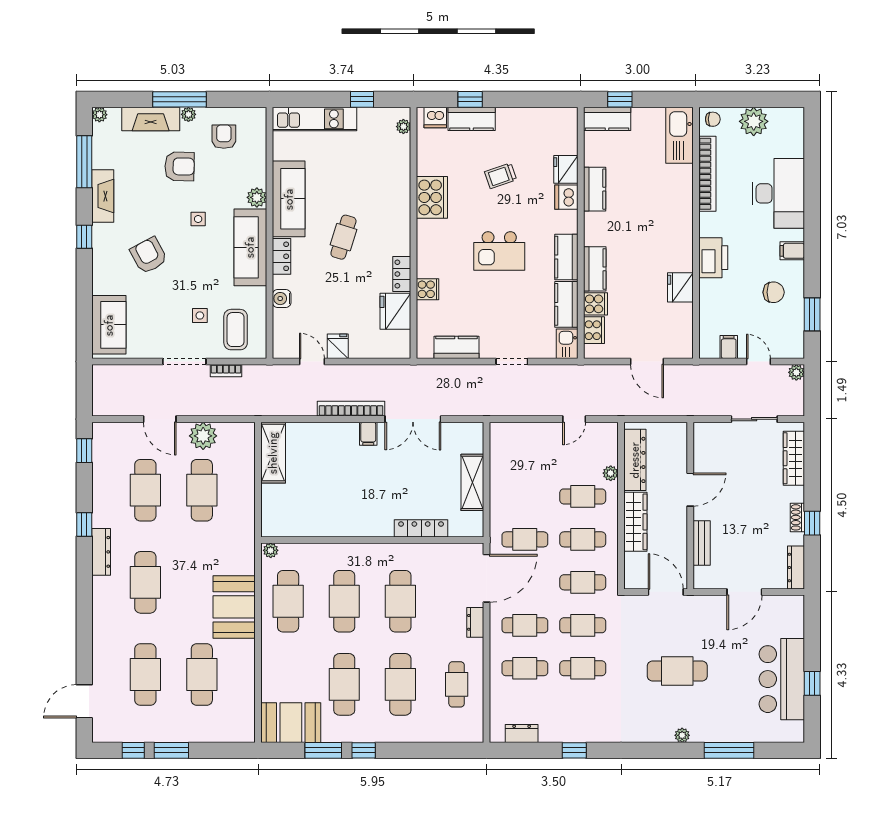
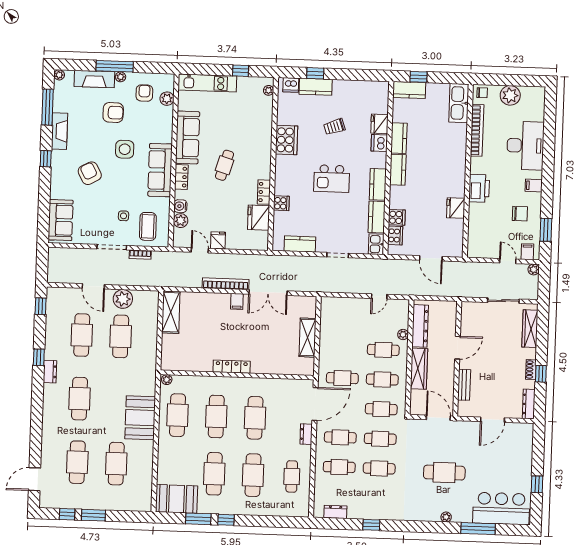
plant: (257, 197) -> (167, 99), moved
side table: (198, 219) -> (125, 149), width x1.87, depth x1.87
kitchen counter: (595, 269) -> (398, 170), moved
plant: (283, 319) -> (181, 221), added
filing cabinet: (729, 347) -> (527, 252), moved
locker: (421, 528) -> (232, 367), moved
dresser: (101, 552) -> (50, 372), width x0.70
bar counter: (782, 679) -> (501, 508), moved, turned 90

